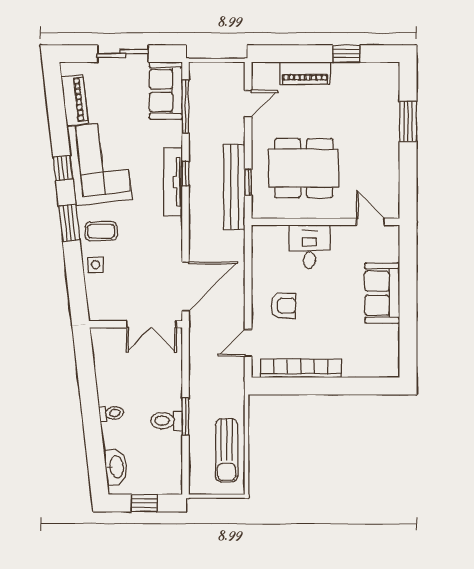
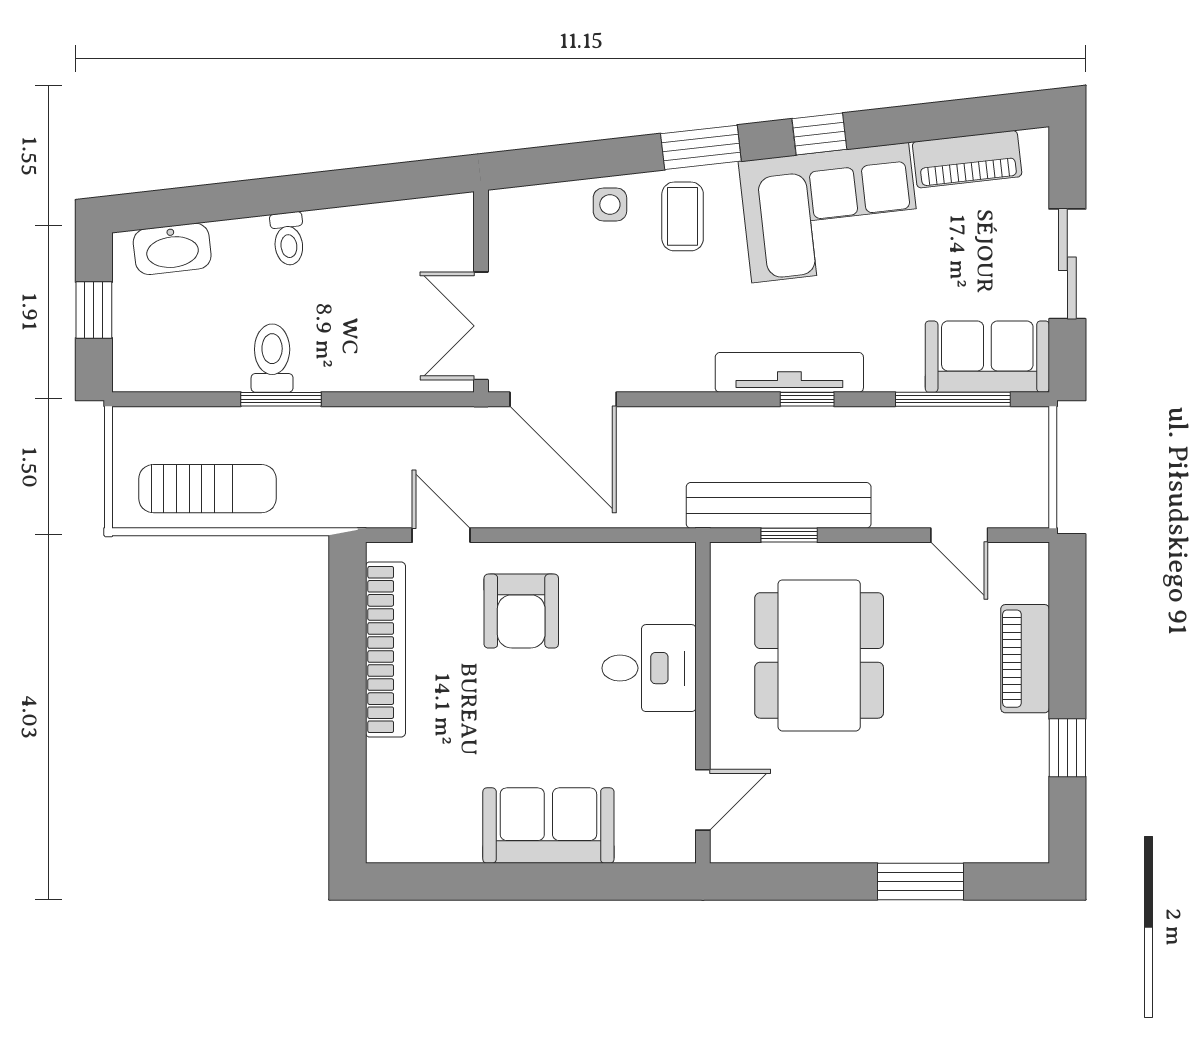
armchair: (283, 306) -> (521, 611), width x1.38, depth x1.38
sun lounger: (227, 451) -> (207, 489), turned 180

